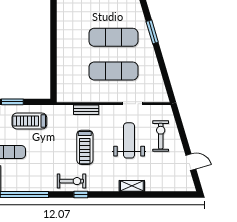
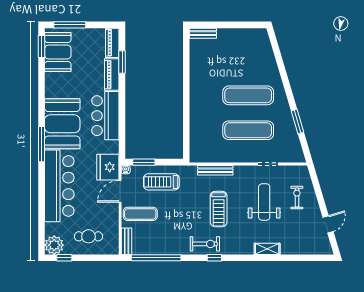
window: (152, 32) -> (298, 122), moved
bench: (86, 110) -> (215, 170), width x1.36
exercise bike: (161, 136) -> (297, 197), width x0.73, depth x0.72
door: (191, 162) -> (328, 224), hinge flipped

